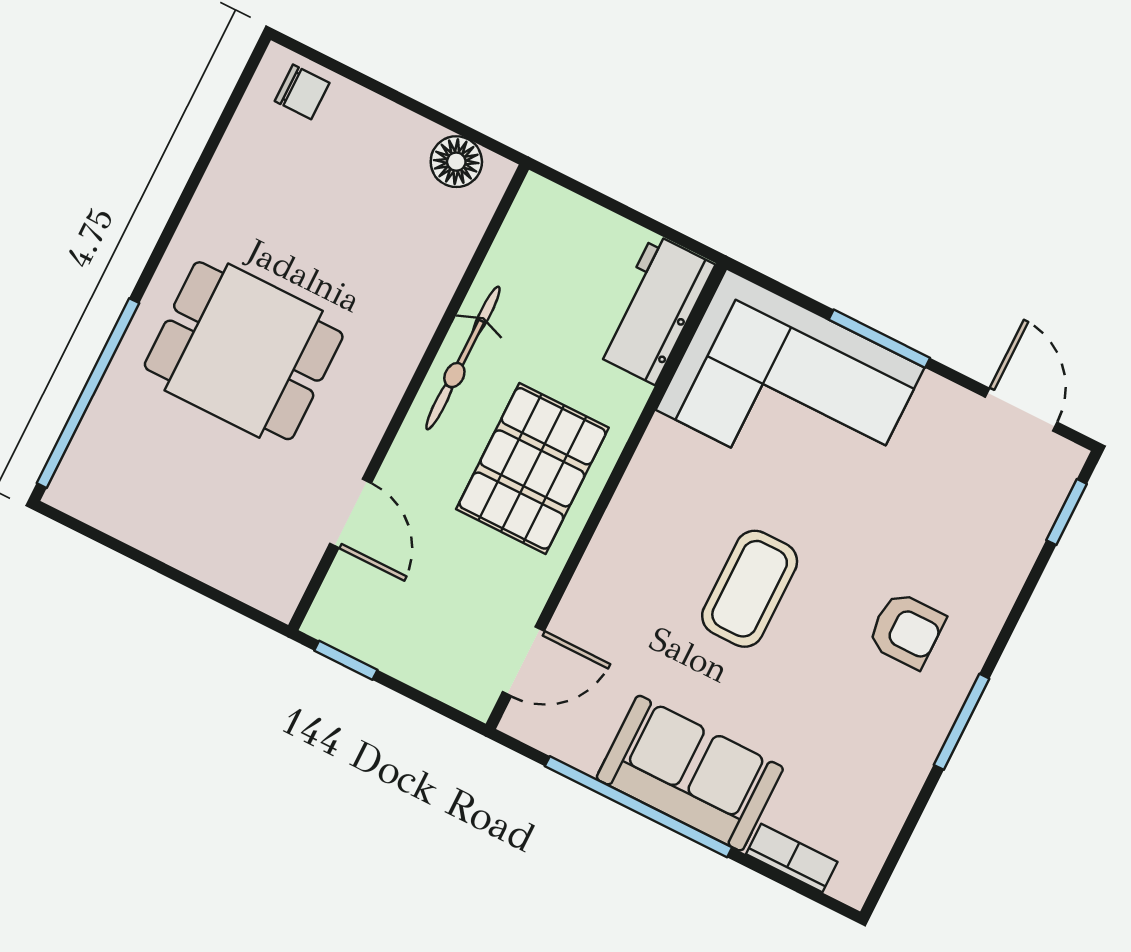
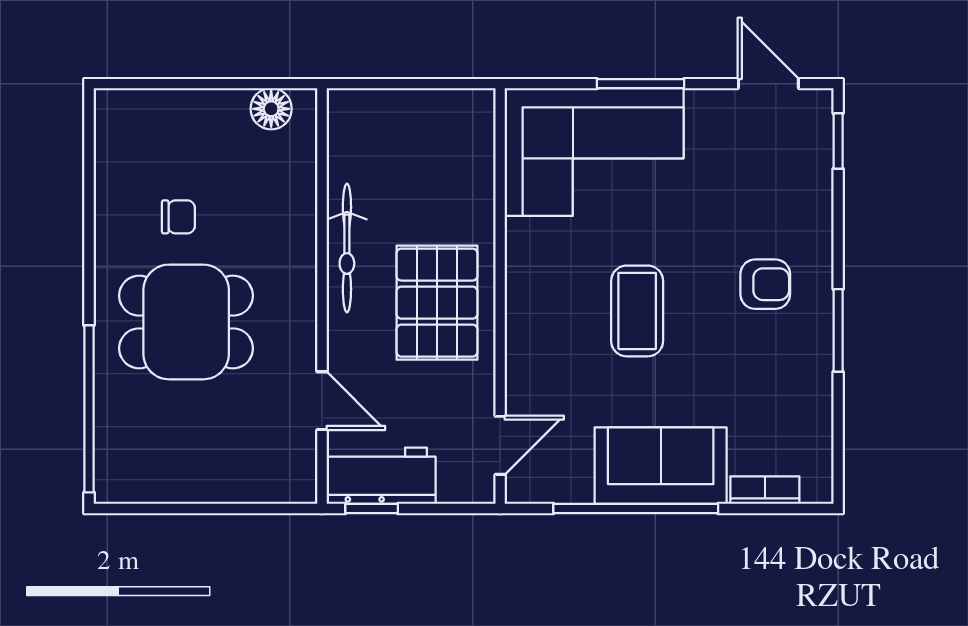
chair: (302, 92) -> (178, 217), moved
workbench: (654, 309) -> (381, 476), moved, turned 90

